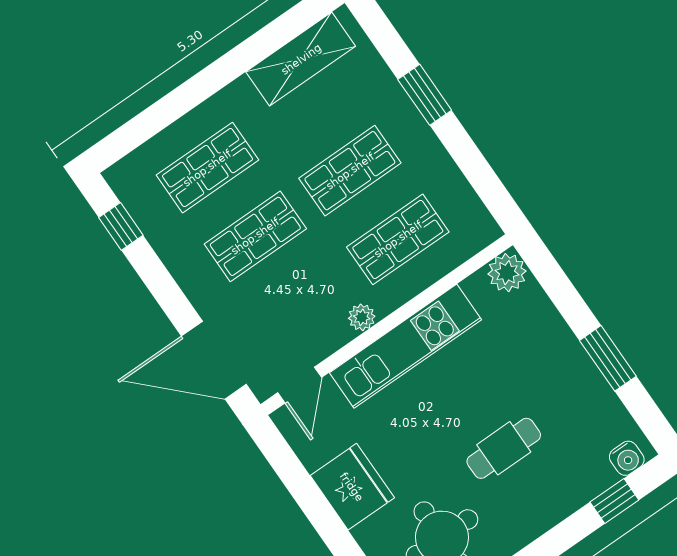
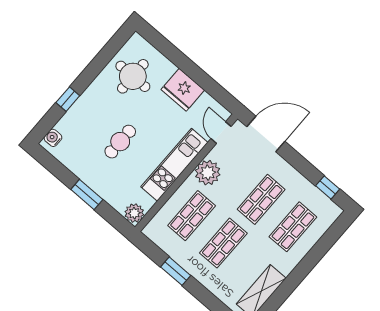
window: (425, 95) -> (176, 271), moved
plant: (362, 317) -> (208, 173), width x1.88, depth x1.88
window: (608, 358) -> (87, 195), moved
cafe table: (504, 448) -> (120, 142), moved
window: (614, 501) -> (68, 99), moved

